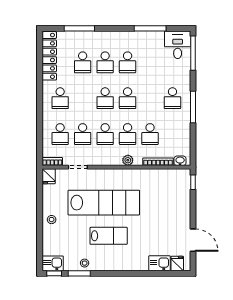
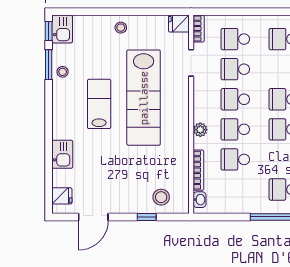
window: (193, 182) -> (147, 217), moved
stool: (178, 189) -> (161, 197), added
lab bench: (109, 236) -> (99, 104), turned 180
kitchen sink: (159, 263) -> (62, 154), moved

